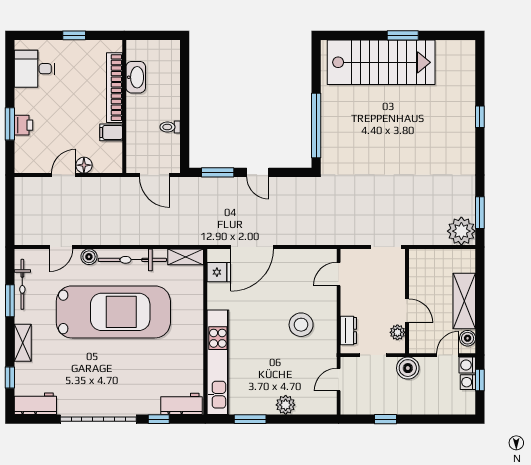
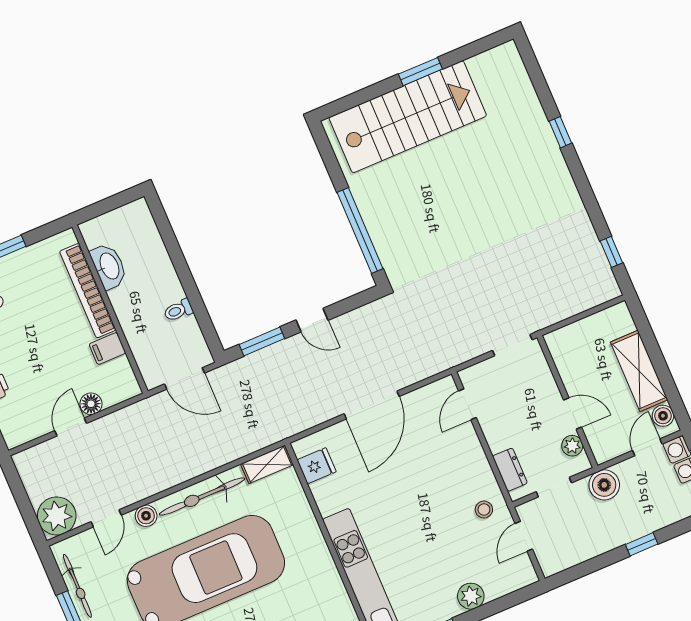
window: (480, 213) -> (611, 252), width x0.67
plant: (461, 231) -> (57, 516), moved
door: (252, 247) -> (372, 405), moved
stool: (301, 325) -> (484, 509), moved, width x0.53, depth x0.53
window: (385, 419) -> (642, 544), moved

